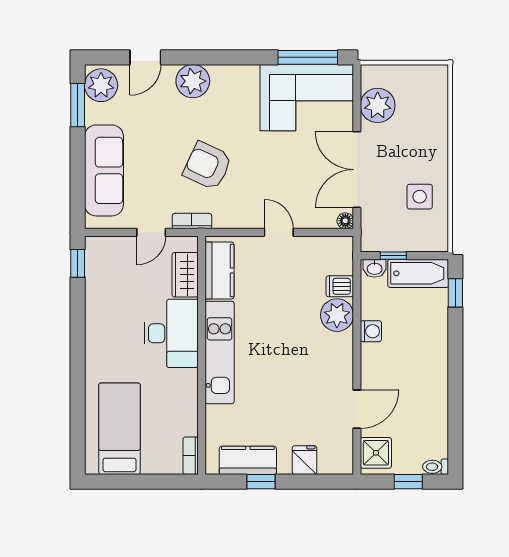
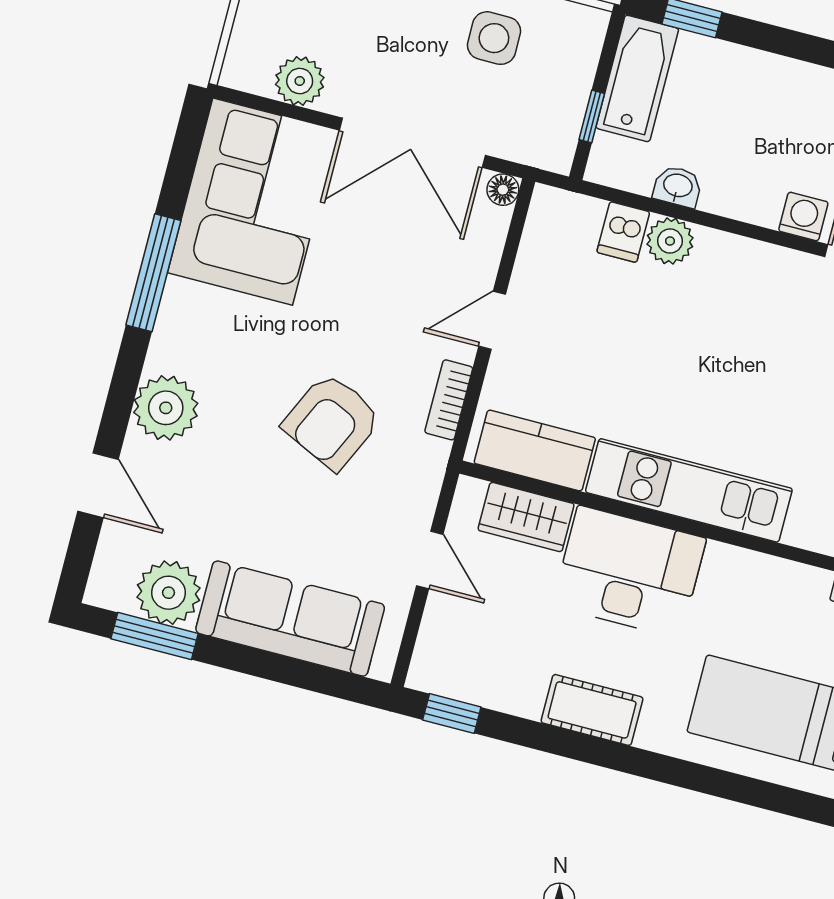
window: (308, 57) -> (153, 273), moved
plant: (101, 85) -> (168, 593), moved
plant: (378, 105) -> (300, 81), width x0.73, depth x0.73
bookcase: (192, 221) -> (449, 400), moved
washbasin: (375, 268) -> (678, 186), moved, turned -90
plant: (337, 315) -> (670, 241), width x0.73, depth x0.73
washing machine: (371, 331) -> (803, 216), moved
cot: (98, 333) -> (592, 710), added

